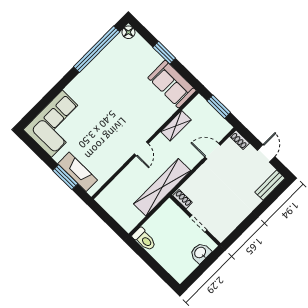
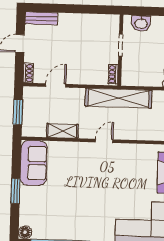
door: (213, 151) -> (56, 85), swing flipped

